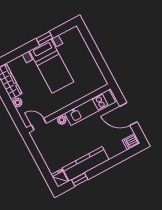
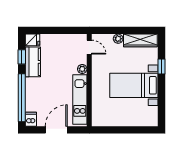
window: (44, 38) -> (161, 66), moved
door: (39, 124) -> (89, 47), hinge flipped
window: (116, 160) -> (22, 98), added
kitchen counter: (86, 164) -> (33, 62), width x0.67

